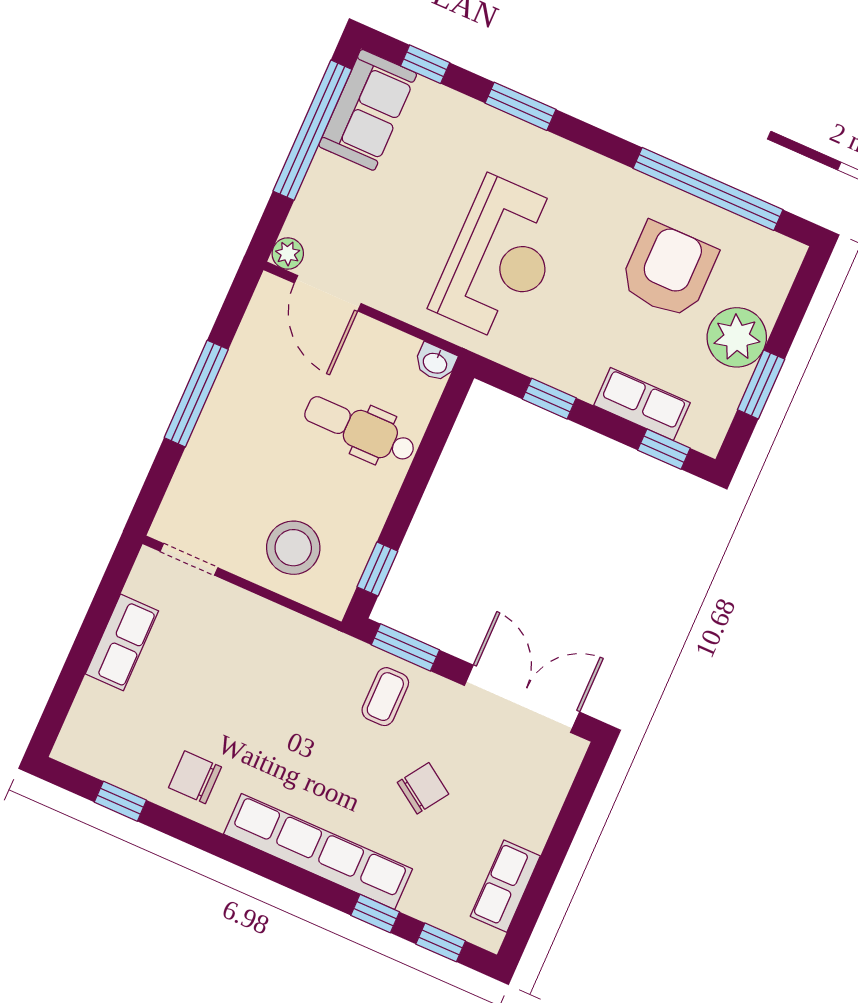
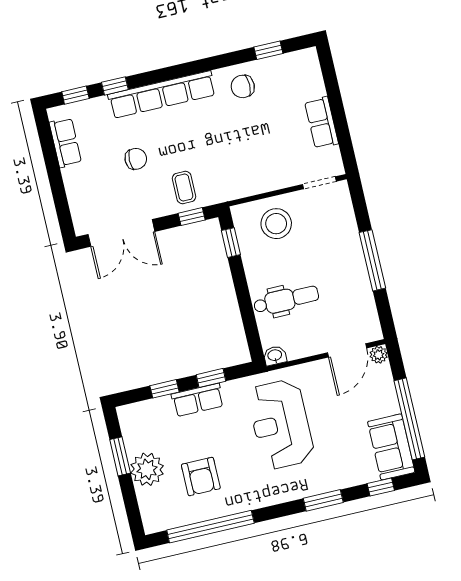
armchair: (668, 270) -> (201, 477), width x0.73, depth x0.73
door: (328, 293) -> (347, 350), swing flipped
row of seats: (642, 404) -> (198, 400), moved
window: (664, 449) -> (164, 389), moved
window: (405, 647) -> (192, 217), width x0.67
chair: (195, 777) -> (243, 86), turned 180
chair: (423, 788) -> (136, 159), turned -124

